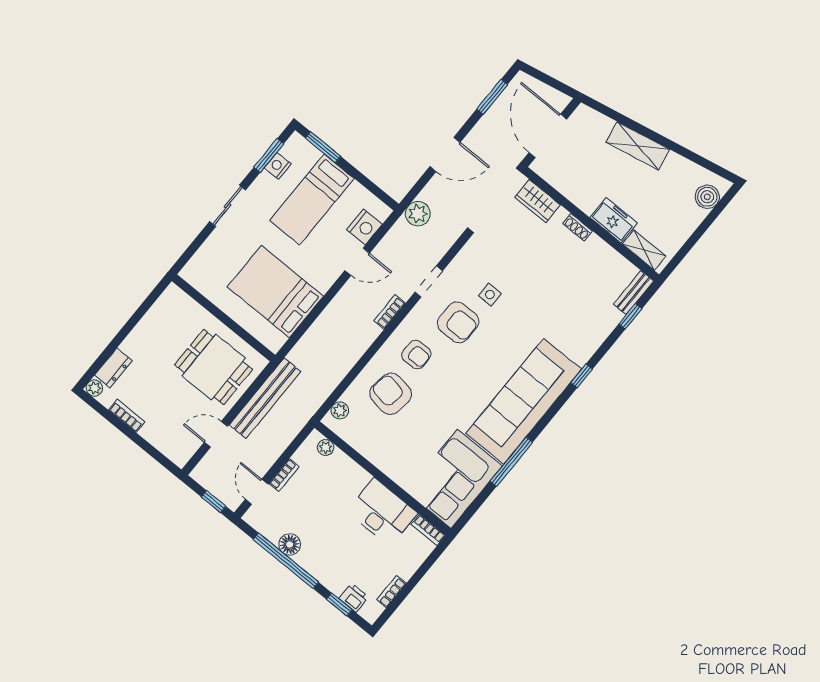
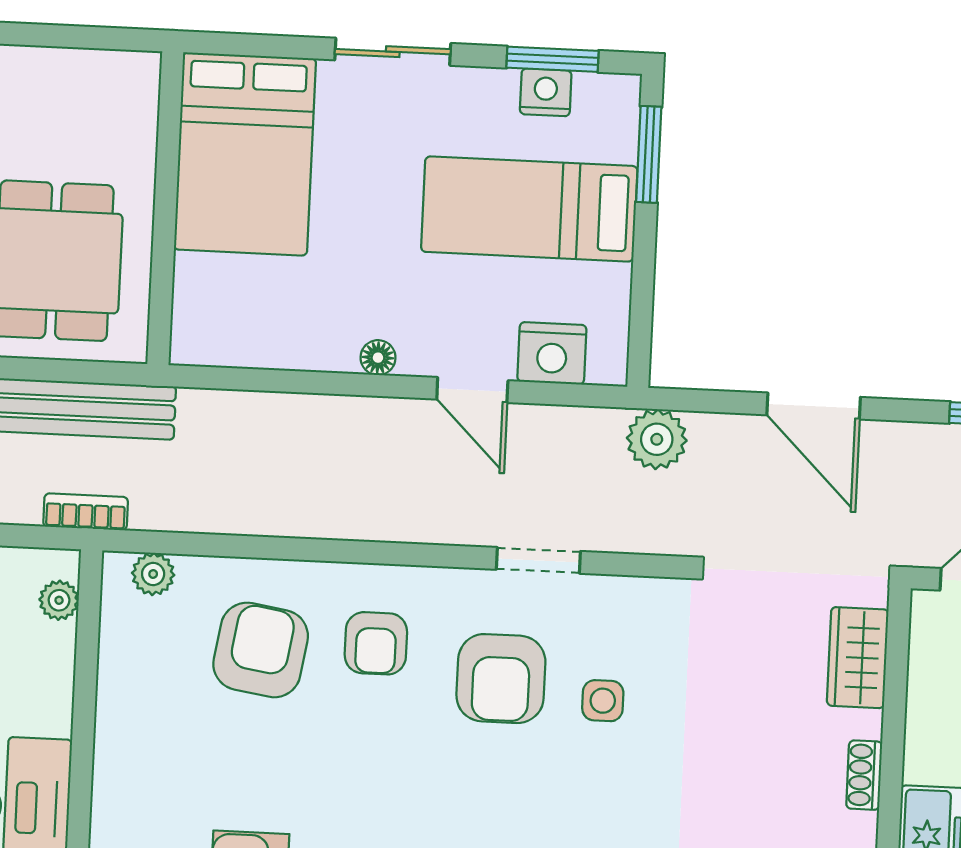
floor lamp: (324, 285) -> (378, 358), added
bed: (275, 292) -> (245, 154), moved, turned 180
bookcase: (390, 312) -> (86, 512), moved

